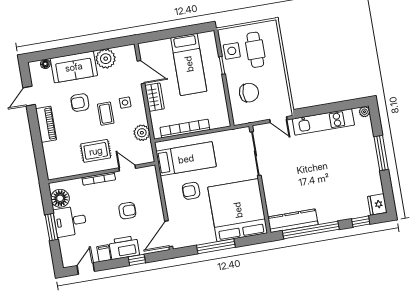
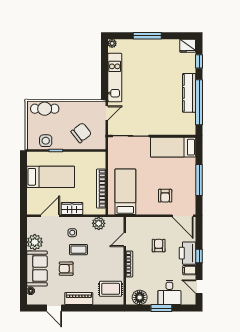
cafe table: (255, 50) -> (45, 109), moved
chair: (249, 93) -> (81, 133), turned 52
armchair: (80, 103) -> (66, 269), turned 90
rug: (96, 151) -> (111, 289), moved, turned 90
armchair: (191, 191) -> (165, 196), moved
bed: (238, 210) -> (173, 147), width x0.49
desk: (70, 221) -> (169, 292), moved
kitchen counter: (293, 221) -> (189, 93), moved
window: (137, 260) -> (199, 256), moved

